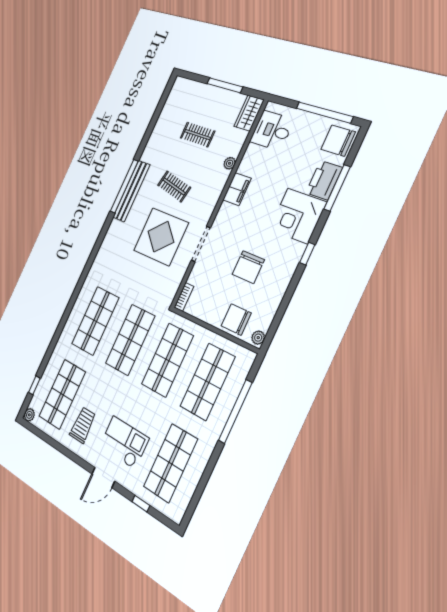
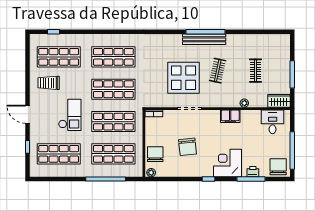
printer: (324, 180) -> (253, 172), width x0.53, depth x0.68
chair: (248, 267) -> (188, 147), turned -96
plant: (29, 415) -> (34, 38), removed
trolley: (83, 425) -> (49, 83), turned 180
checkout: (124, 442) -> (70, 115), moved

